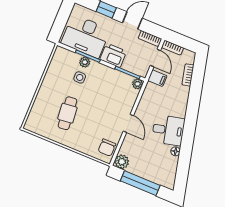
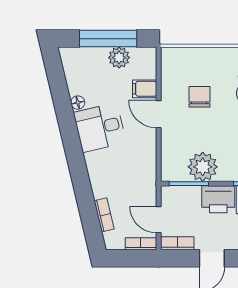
filing cabinet: (157, 78) -> (145, 89), moved
plant: (137, 84) -> (203, 167), moved, width x1.88, depth x1.88
chair: (107, 148) -> (199, 97), moved
plant: (122, 162) -> (119, 58), moved

